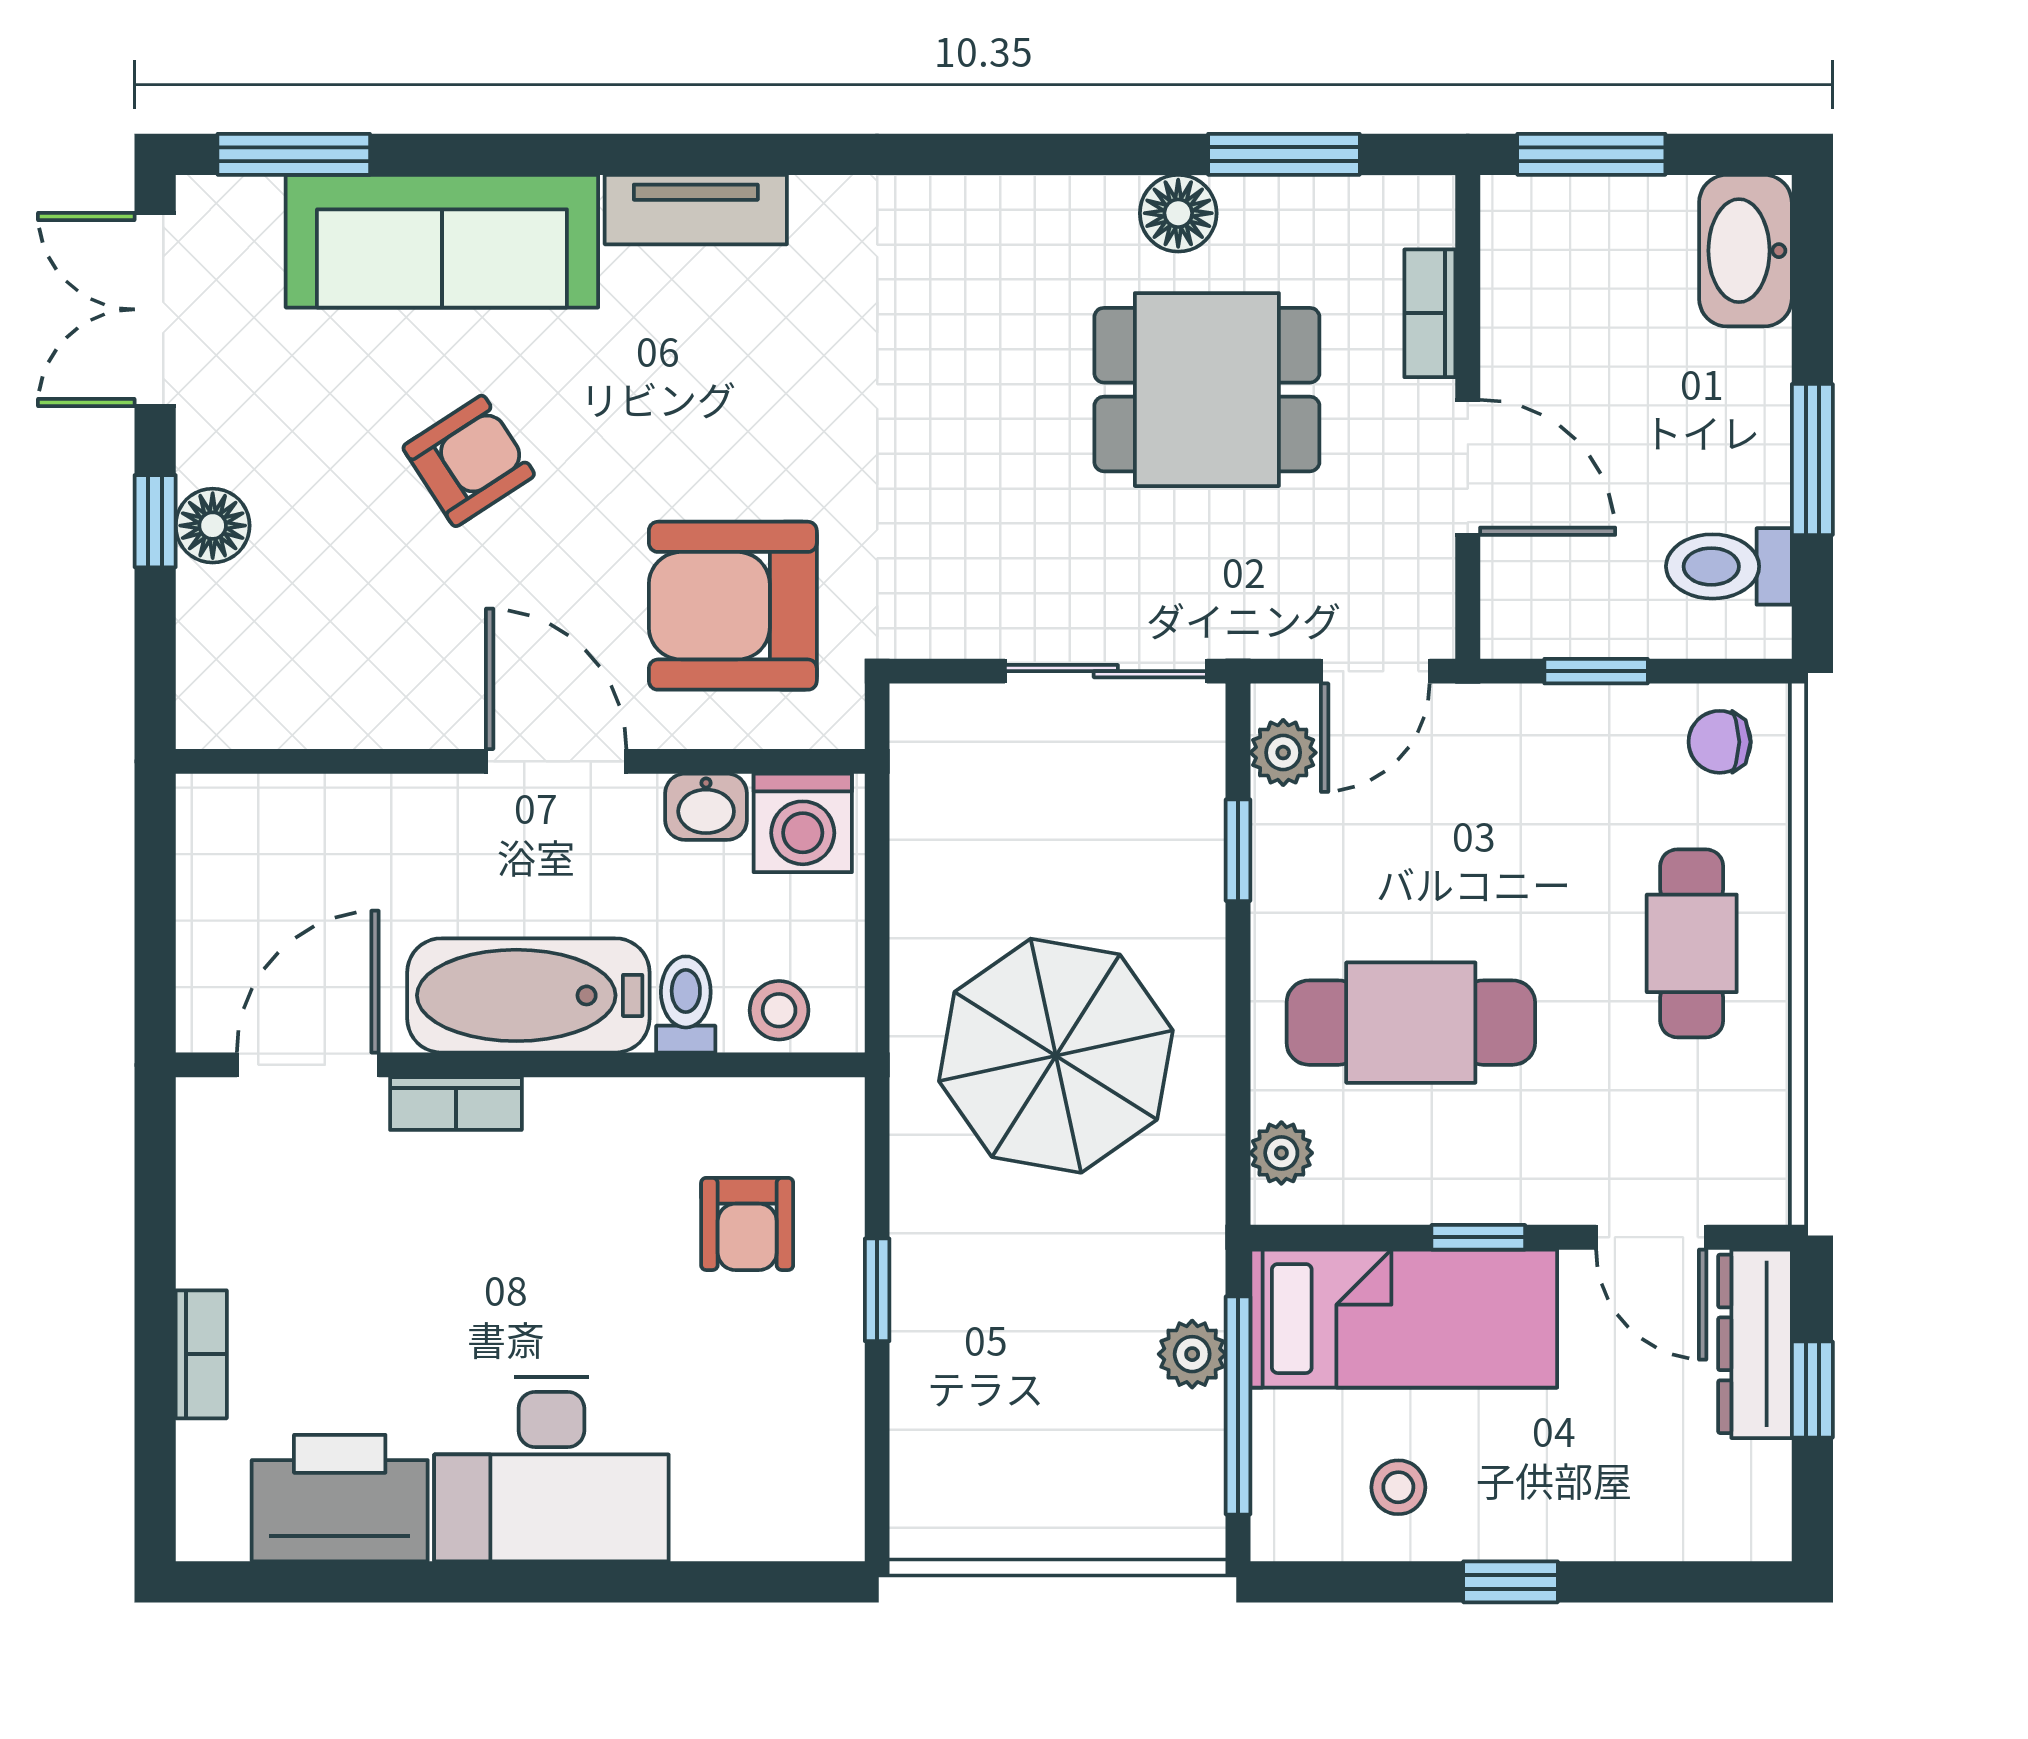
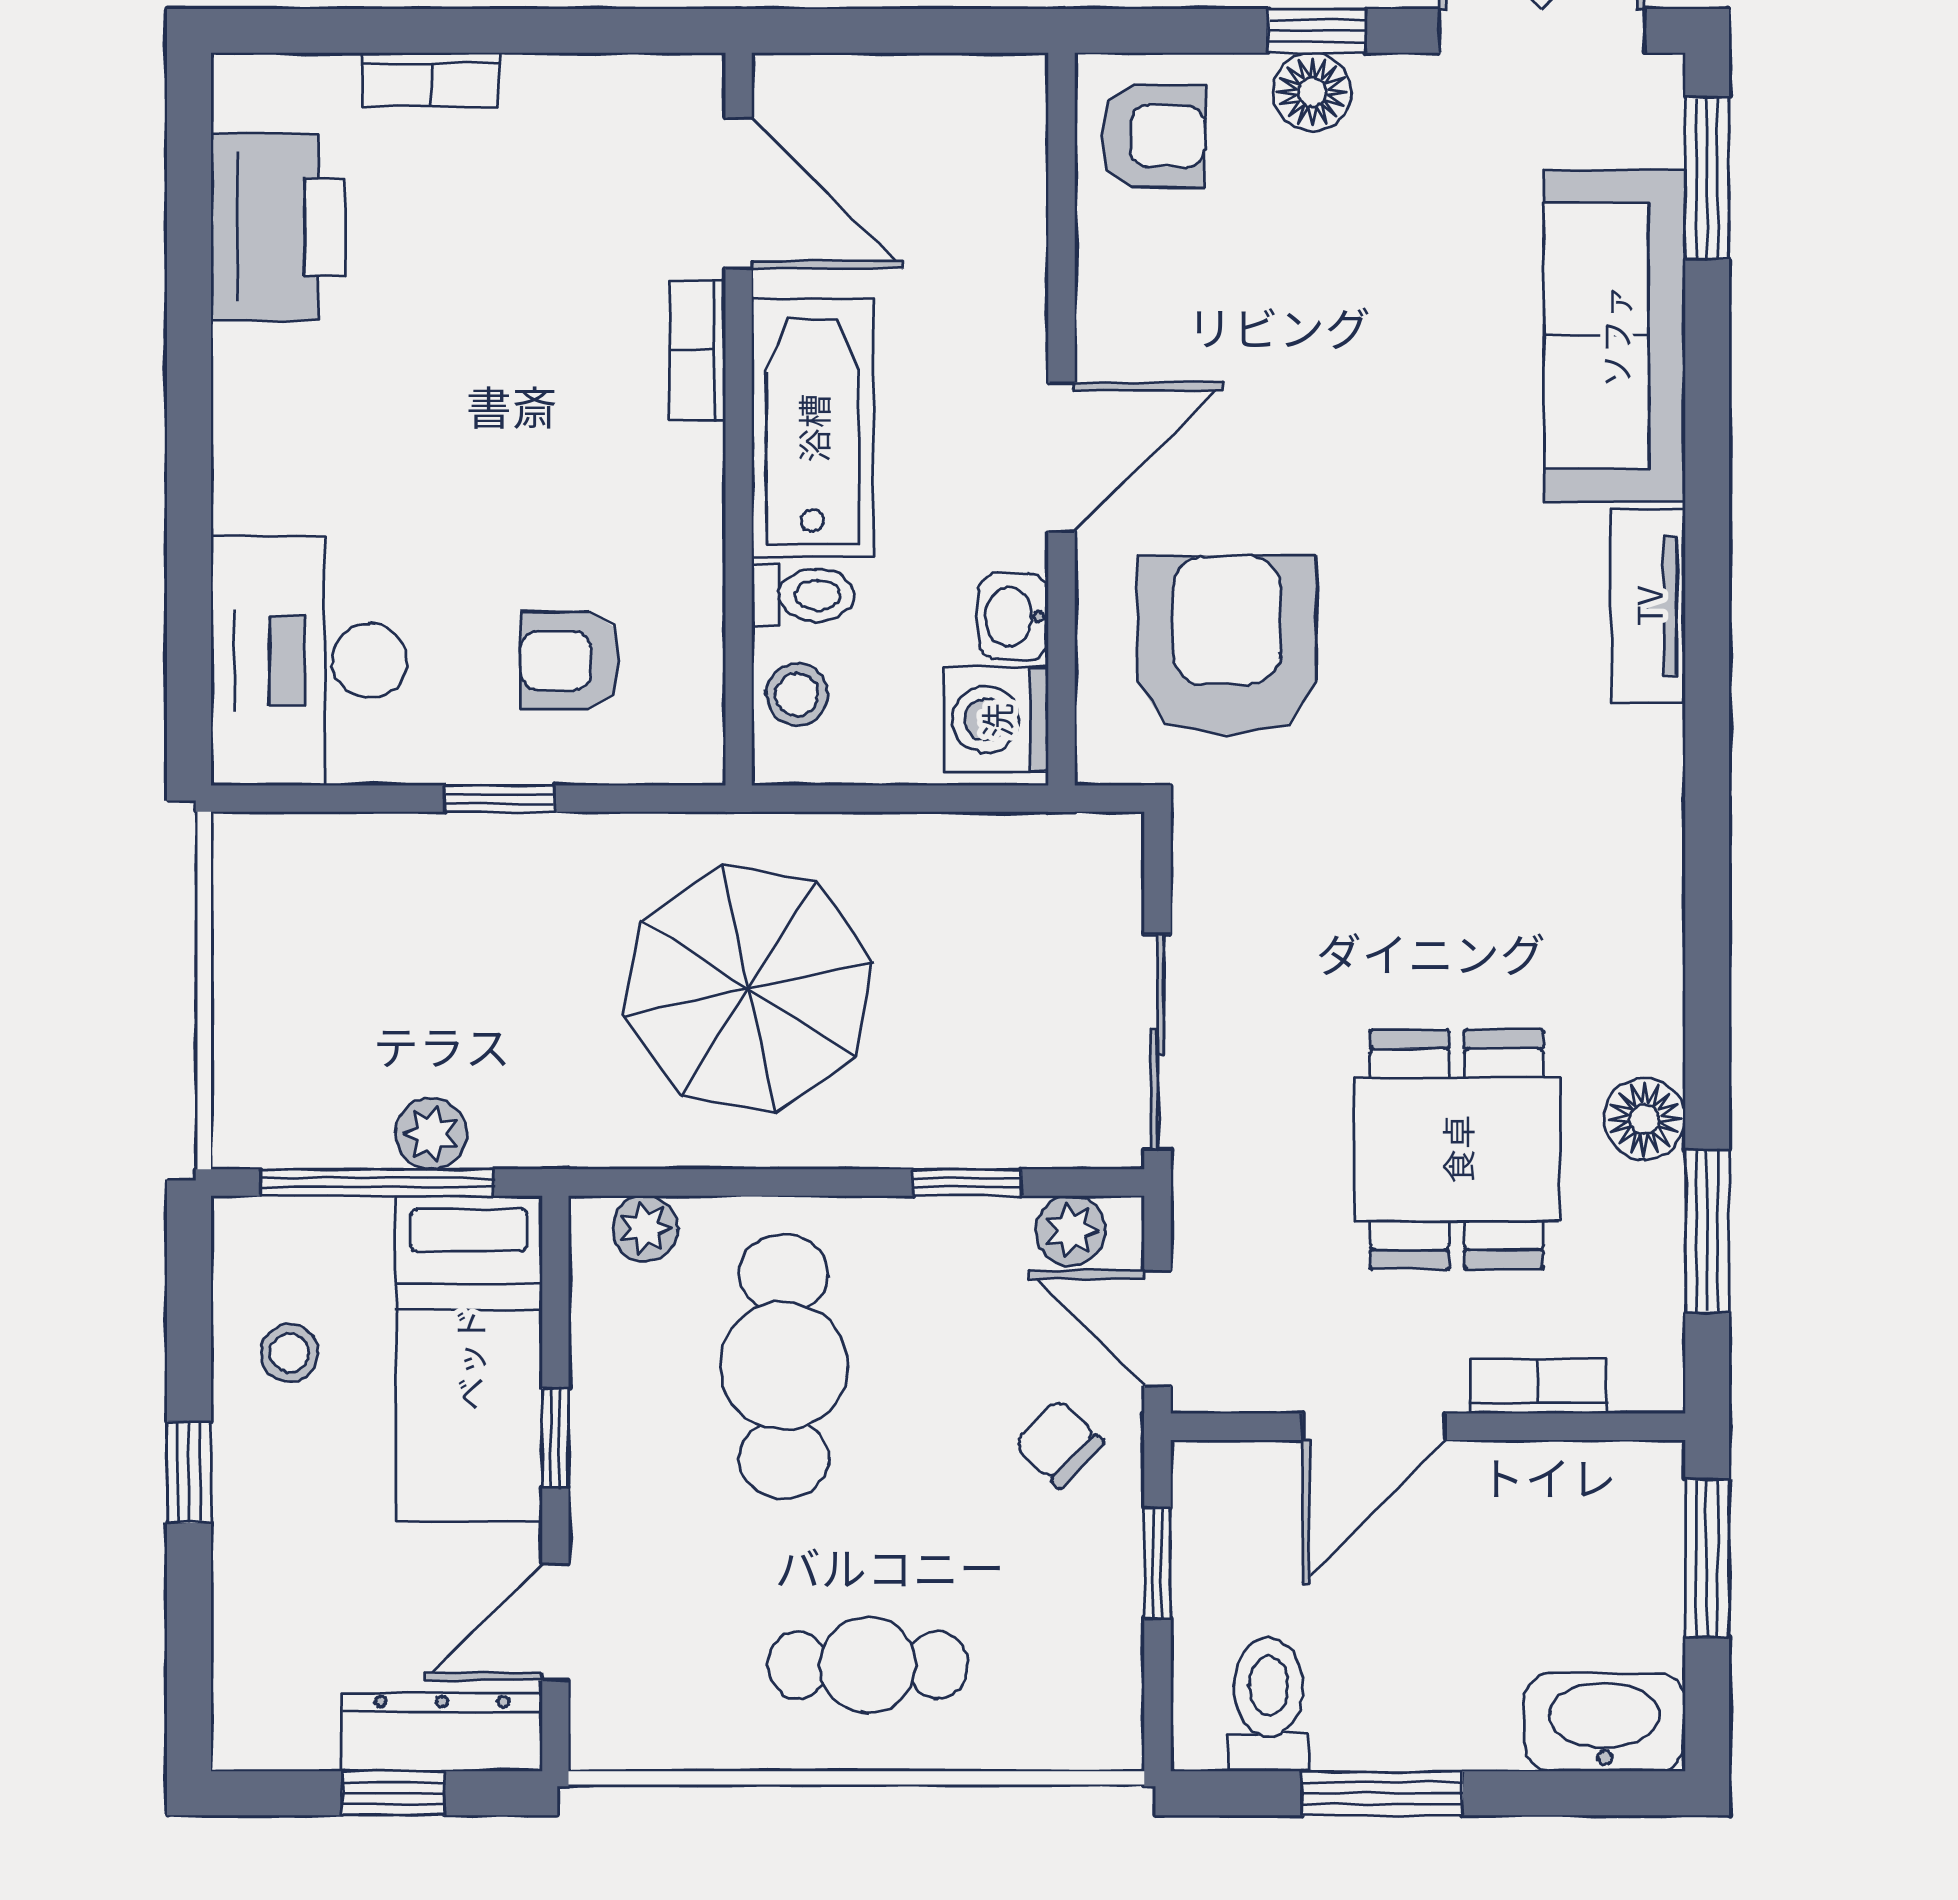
armchair: (469, 461) -> (1153, 136), moved, turned -56
chair: (1720, 742) -> (1059, 1443), moved, turned -46
desk: (551, 1469) -> (309, 661), moved

